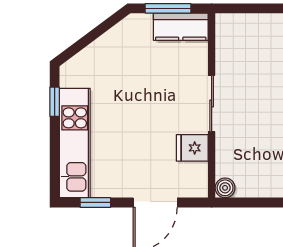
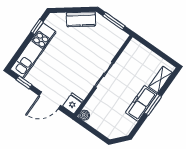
kitchen counter: (181, 27) -> (81, 19), moved, turned -37
fridge: (192, 148) -> (73, 103), moved, turned 90

